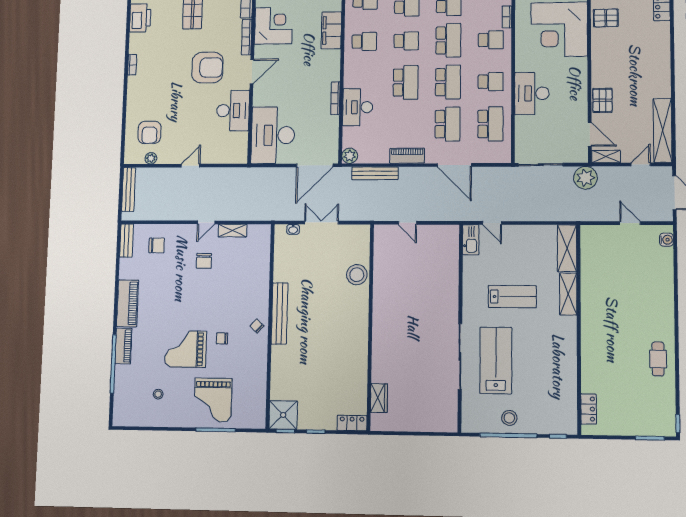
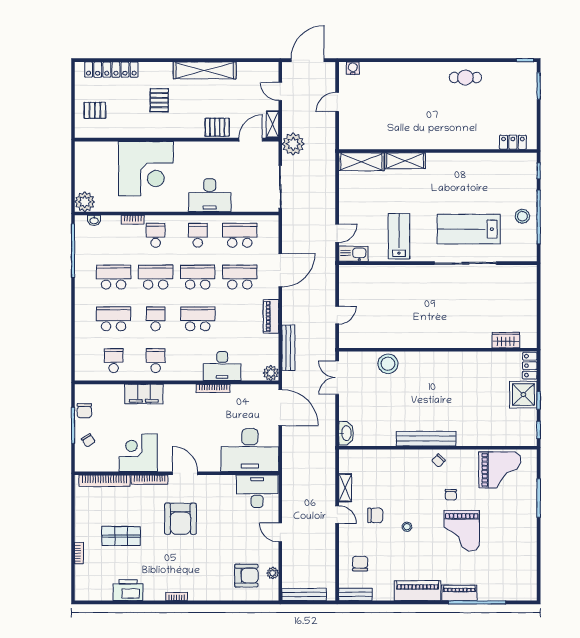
pallet: (606, 18) -> (159, 100), moved
armchair: (207, 68) -> (180, 519), turned 180
desk: (233, 111) -> (257, 491), moved
shelving: (663, 130) -> (205, 70), moved
double door: (321, 223) -> (337, 378), moved
washbasin: (293, 229) -> (346, 433), width x1.91, depth x1.45
lab bench: (512, 297) -> (399, 236), moved
stool: (158, 394) -> (407, 527), moved
grand piano: (213, 400) -> (500, 470), moved
shower: (283, 415) -> (523, 395), moved

